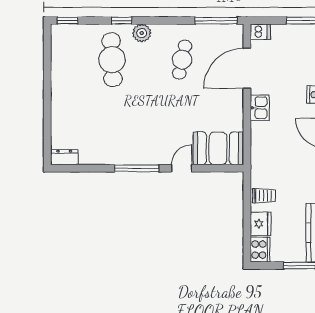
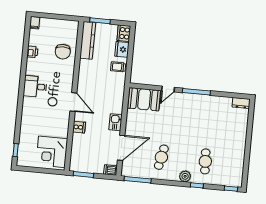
cafe table: (112, 60) -> (205, 161), width x0.73, depth x0.74

